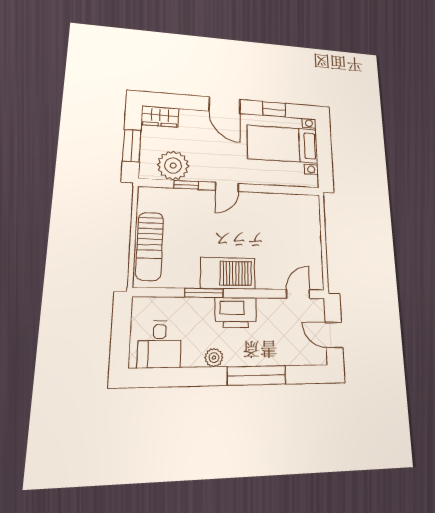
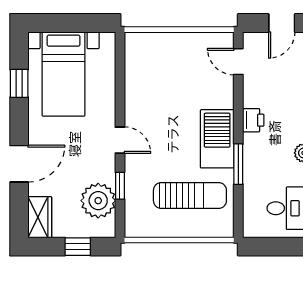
door: (225, 105) -> (19, 164), moved
window: (132, 146) -> (78, 247), width x0.67
sun lounger: (150, 246) -> (190, 196), moved
printer: (236, 312) -> (253, 120), width x0.53, depth x0.68

